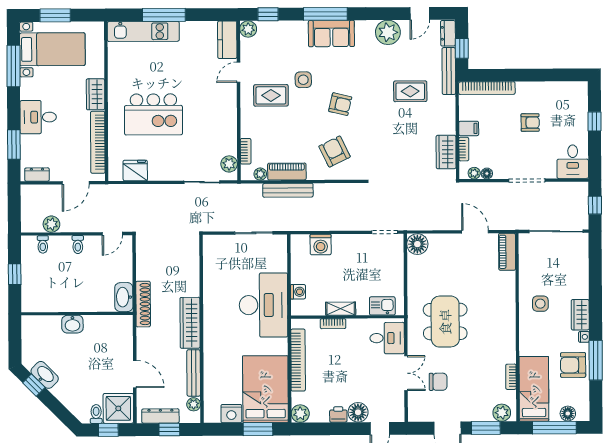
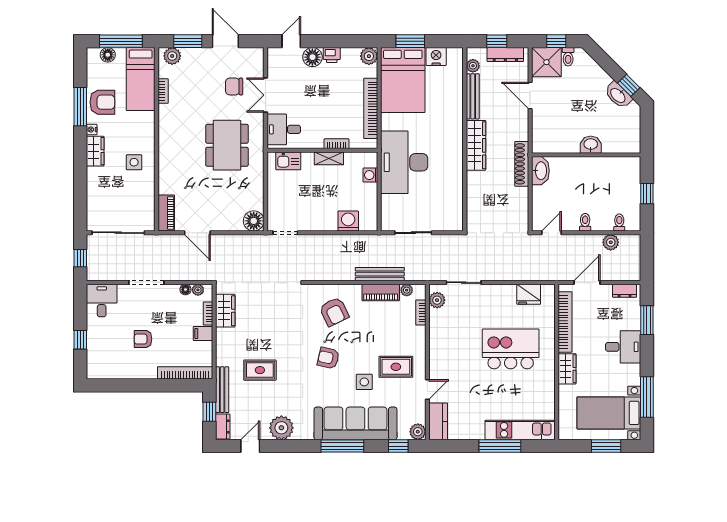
sofa: (331, 34) -> (355, 423), width x1.85, depth x1.27

